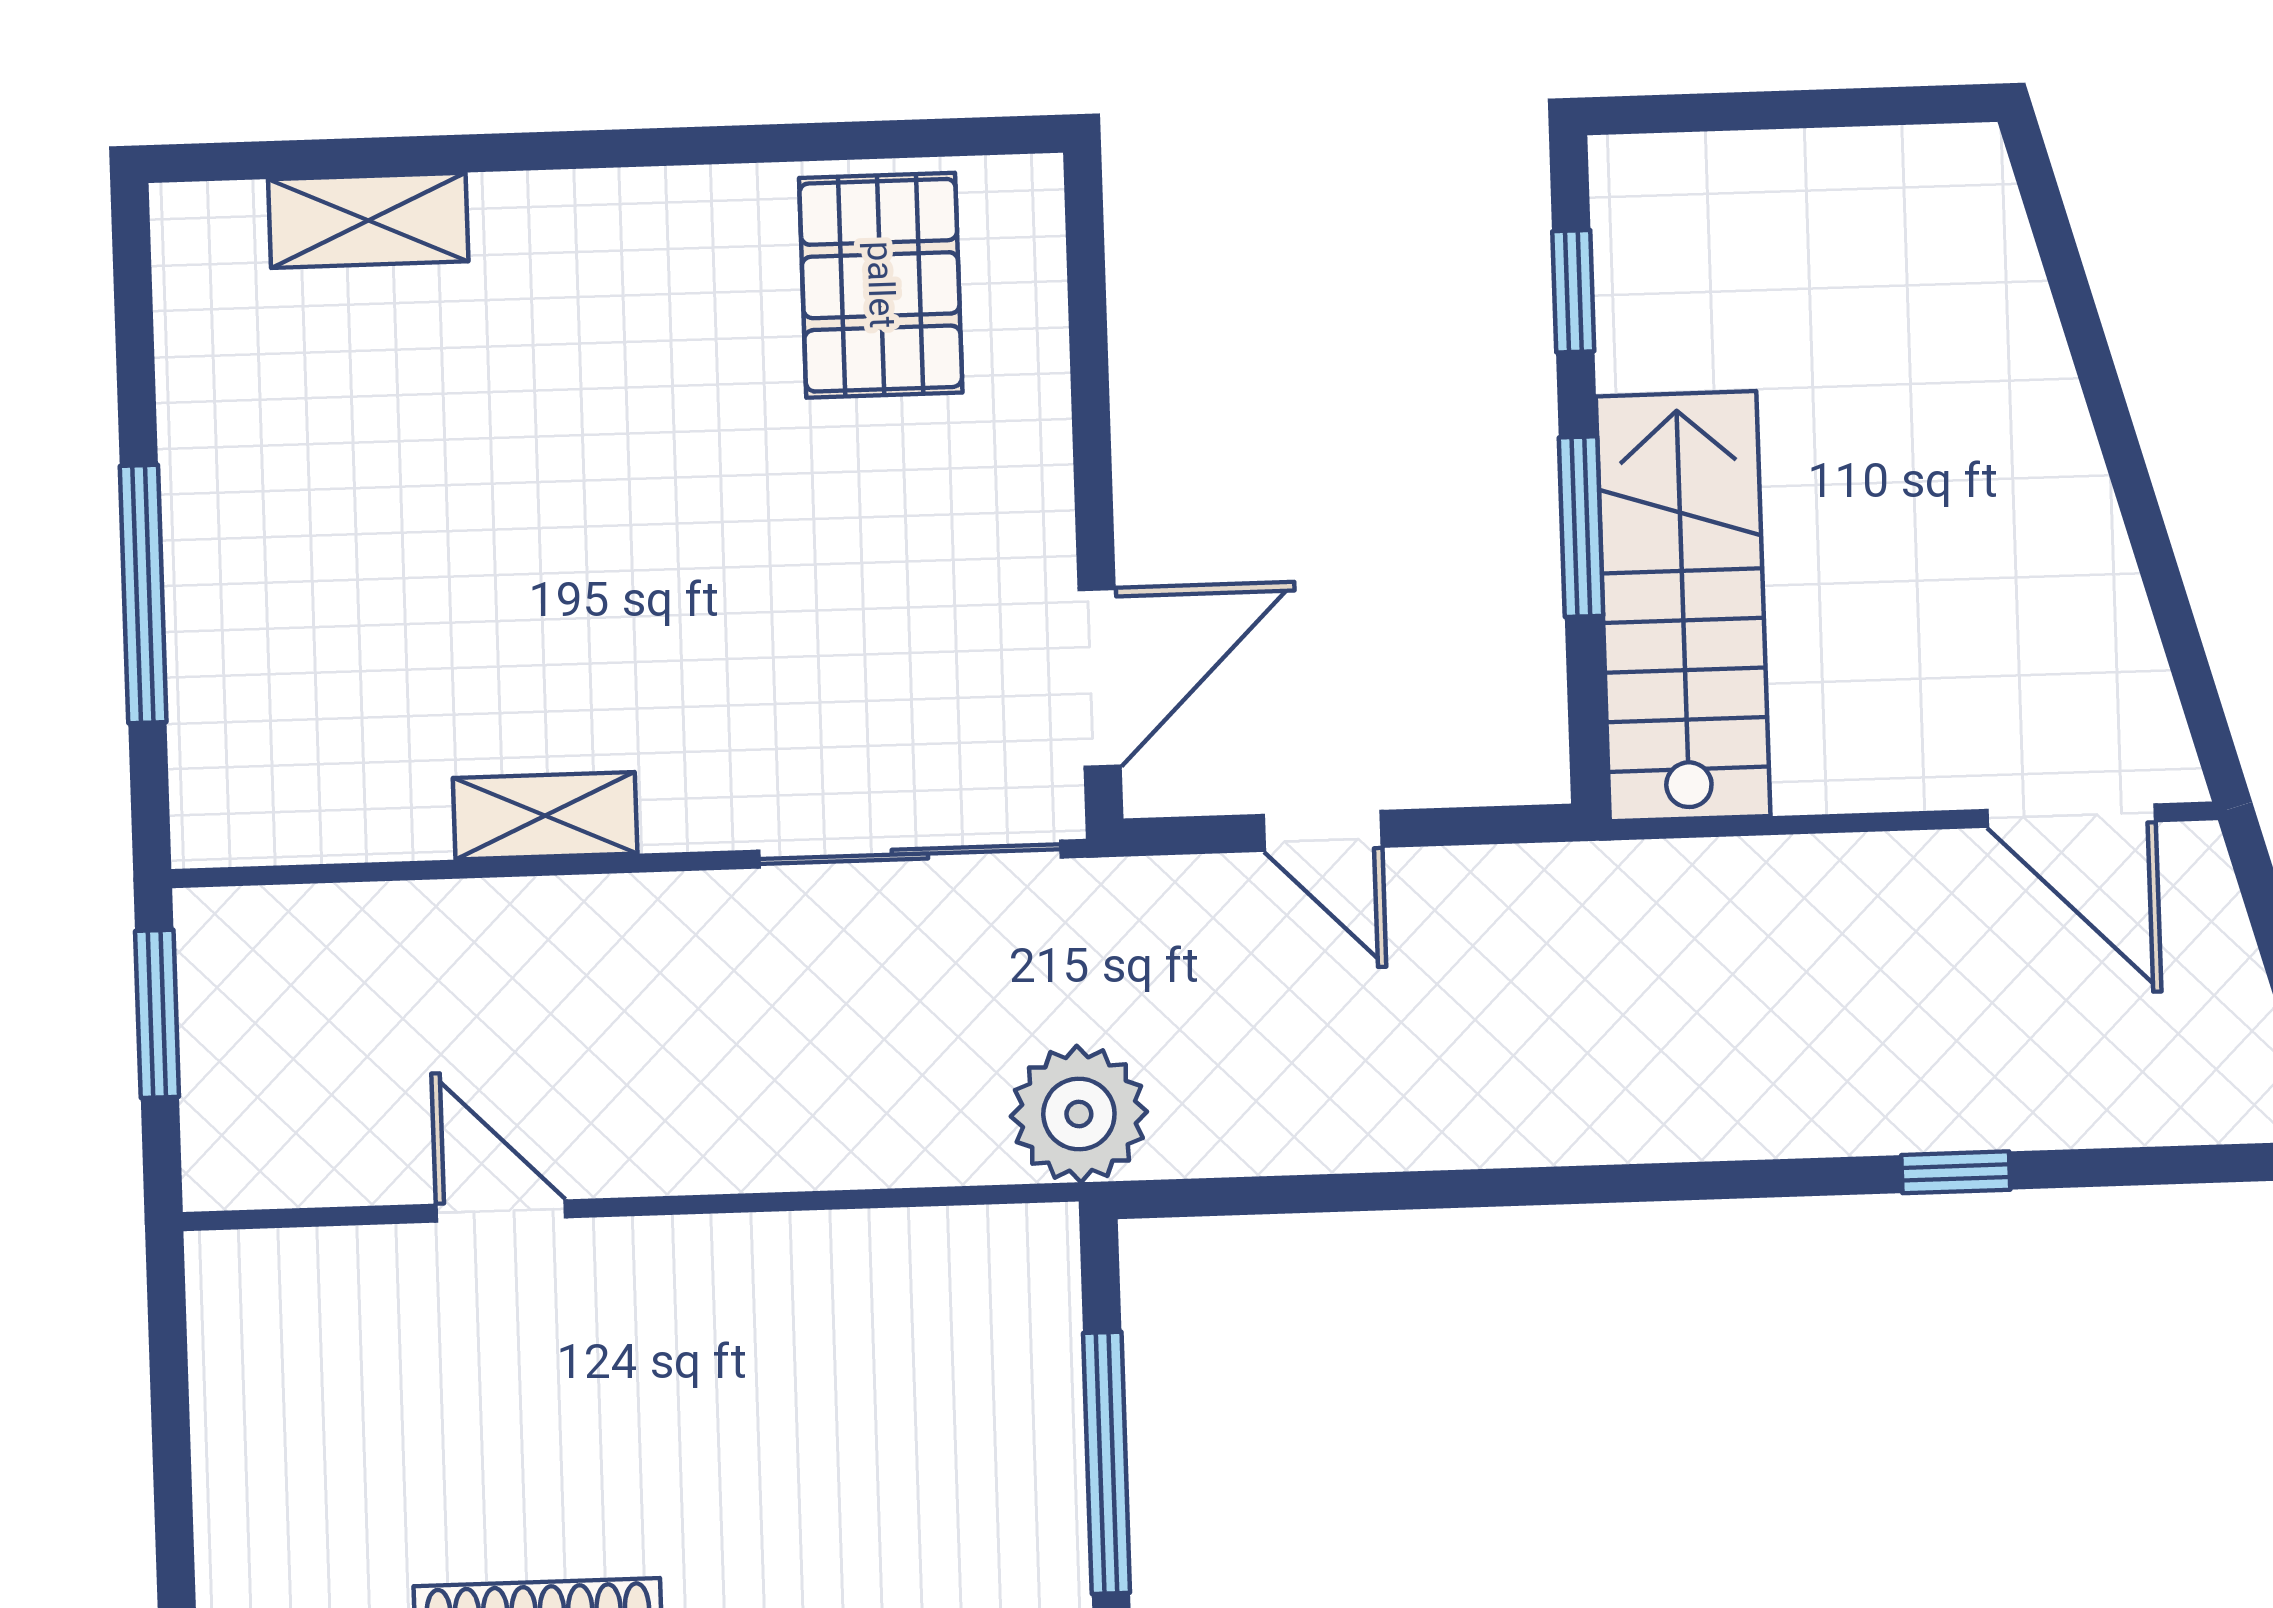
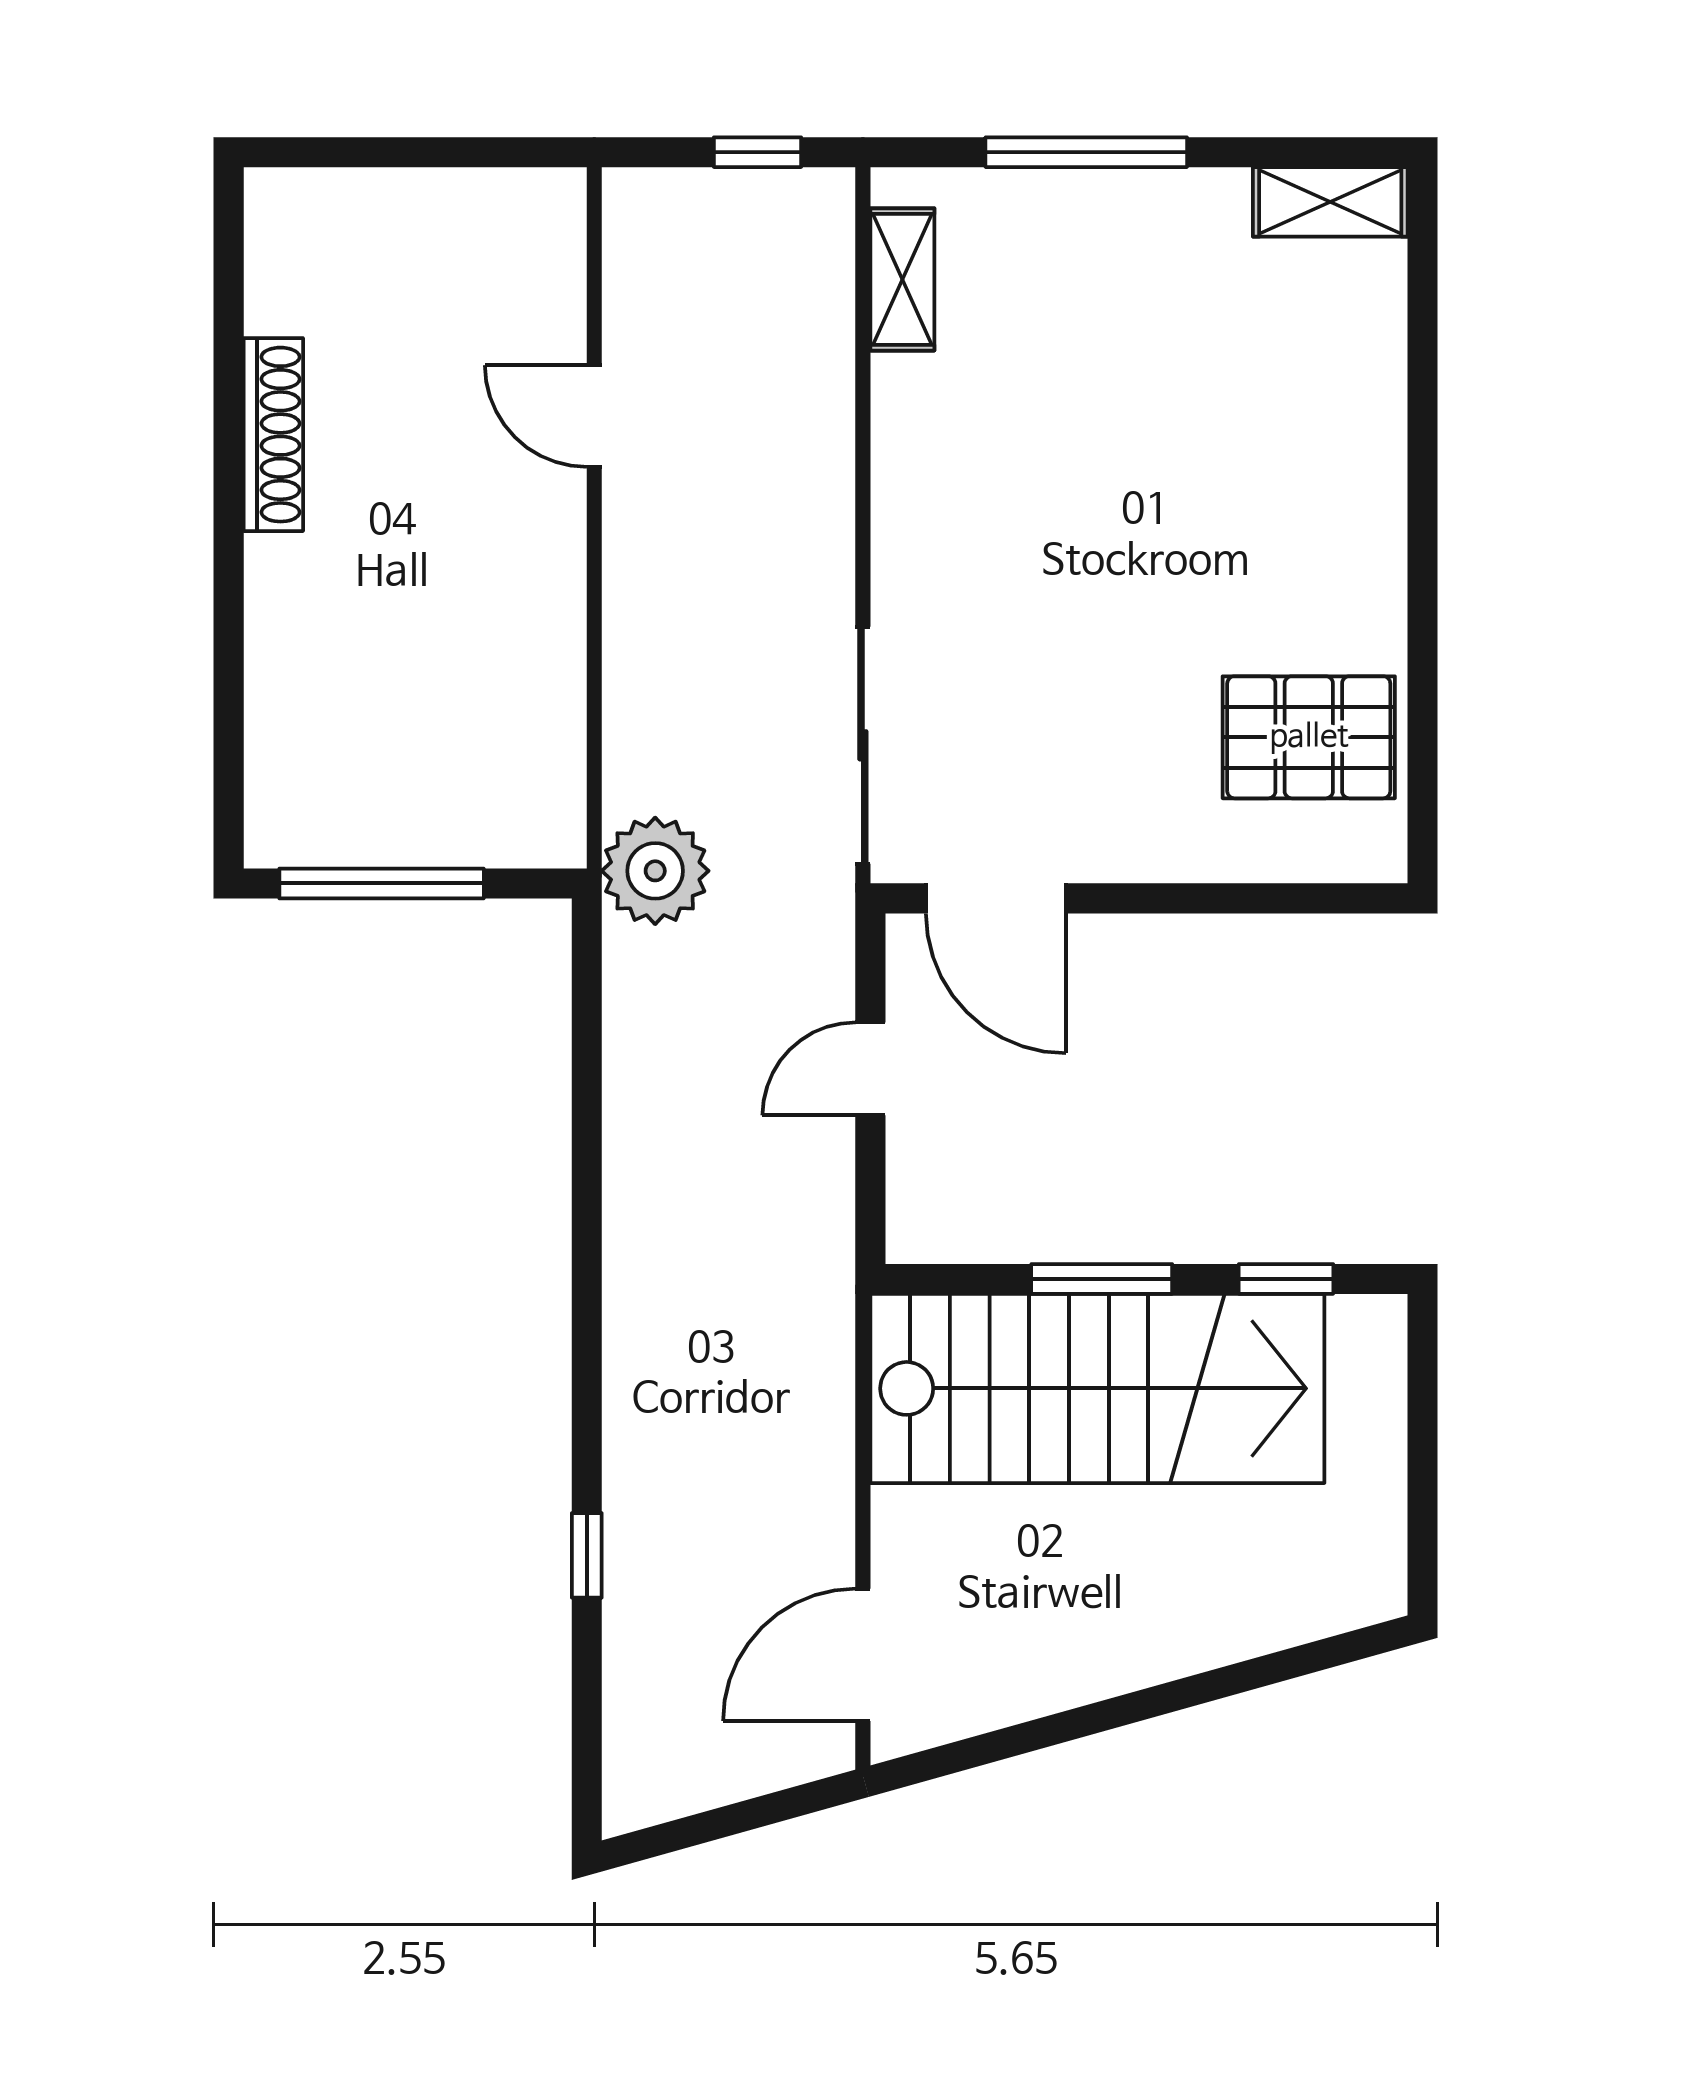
shelving: (368, 220) -> (1330, 202), moved, turned 90
stairs: (1683, 606) -> (1097, 1388), width x1.36, depth x1.51
shelving: (545, 816) -> (902, 279), moved
window: (157, 1014) -> (757, 152), width x0.67
door: (501, 1211) -> (594, 416), swing flipped

